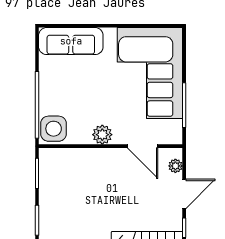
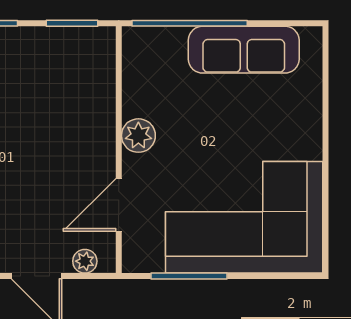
sofa: (71, 41) -> (244, 50), moved, turned -90
side table: (54, 129) -> (149, 52), removed

